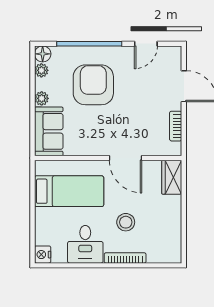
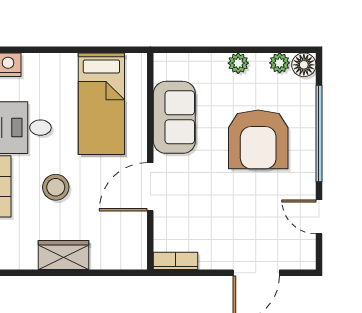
armchair: (93, 85) -> (258, 139), turned 90
bookcase: (176, 126) -> (176, 261), moved
sofa: (49, 131) -> (174, 117), moved, turned -90
wardrobe: (172, 177) -> (63, 255), moved

